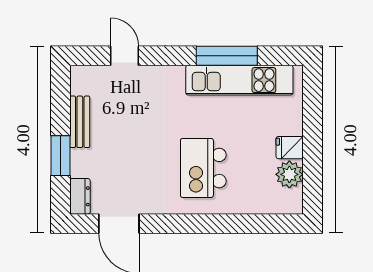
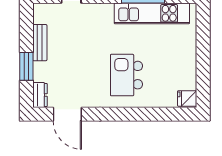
fridge: (290, 148) -> (187, 98), moved
plant: (289, 174) -> (187, 80), removed

